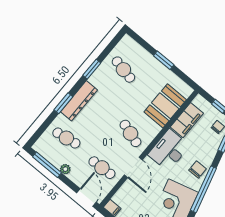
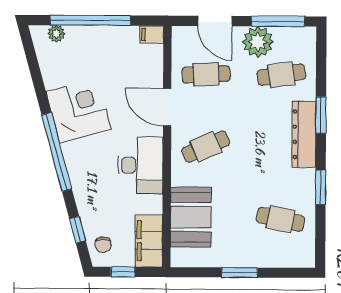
filing cabinet: (187, 120) -> (149, 241), moved
cafe table: (130, 133) -> (206, 147), turned -42
plant: (65, 169) -> (258, 42), width x1.87, depth x1.87
chair: (198, 169) -> (85, 171), removed
door: (86, 198) -> (215, 21), moved

